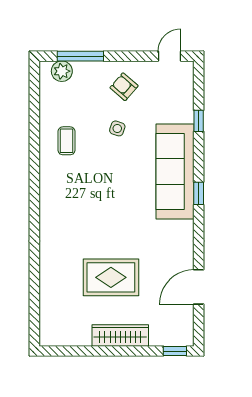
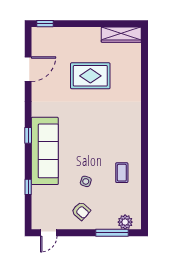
wardrobe: (120, 335) -> (121, 35), moved

